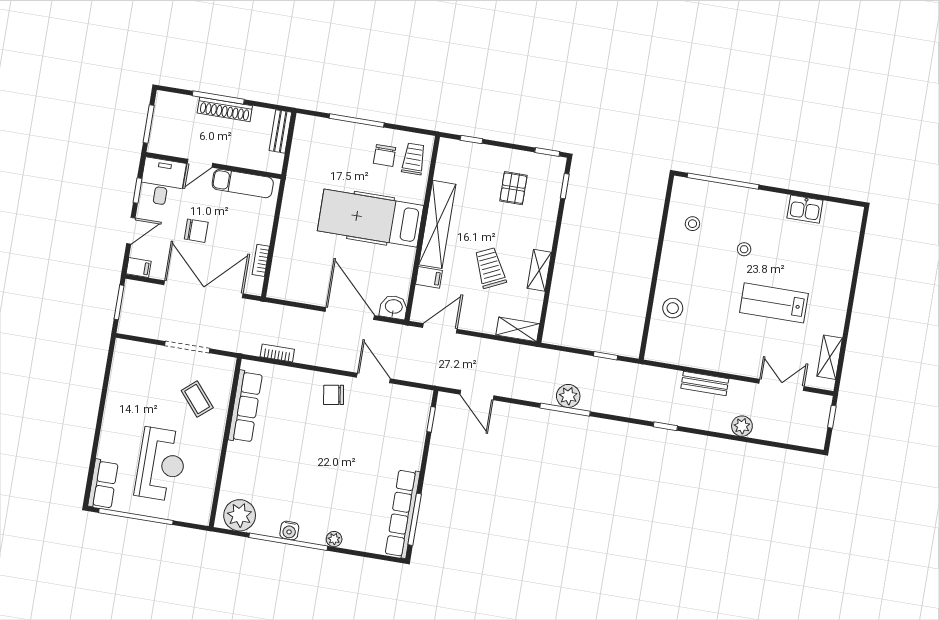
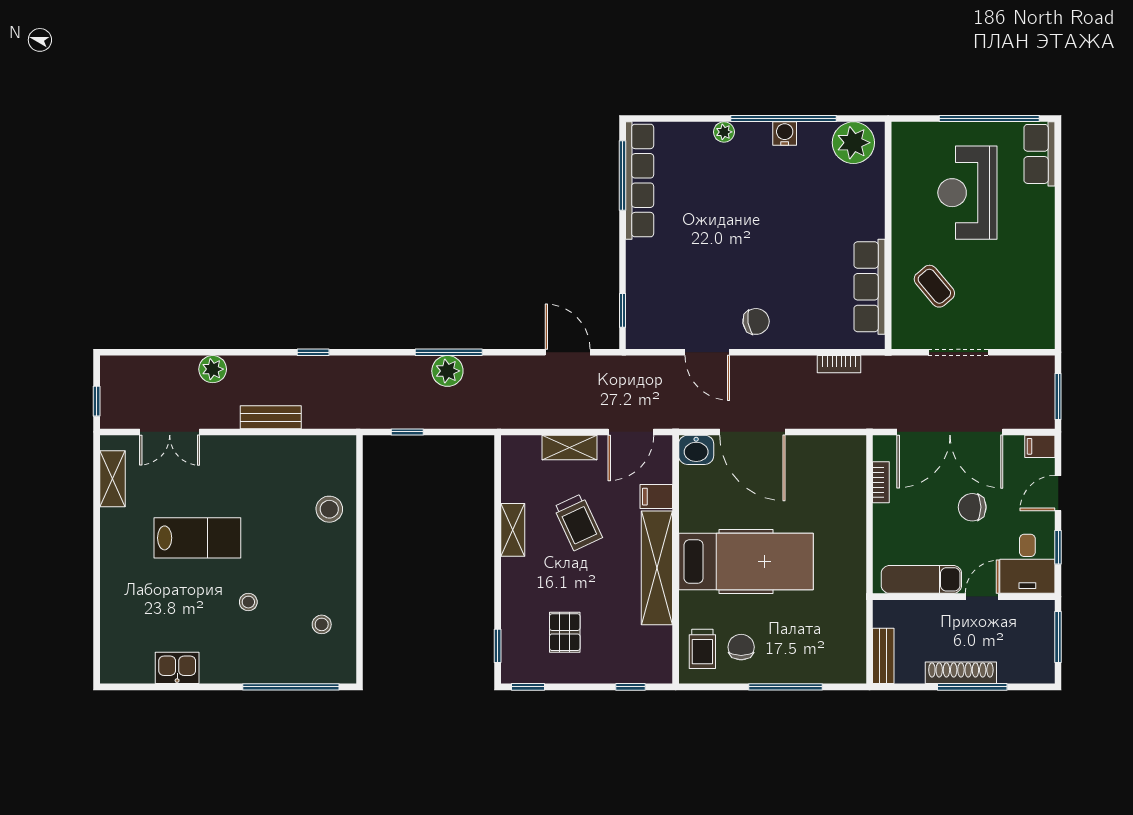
shelving: (518, 329) -> (569, 447), moved

